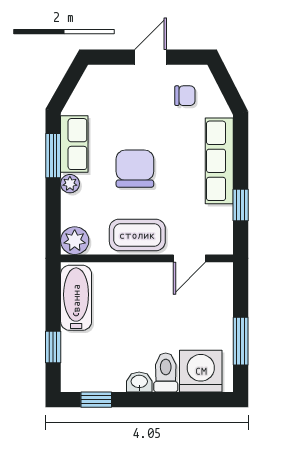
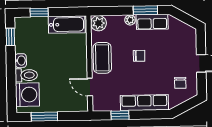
chair: (135, 169) -> (139, 56), width x0.54, depth x0.54

